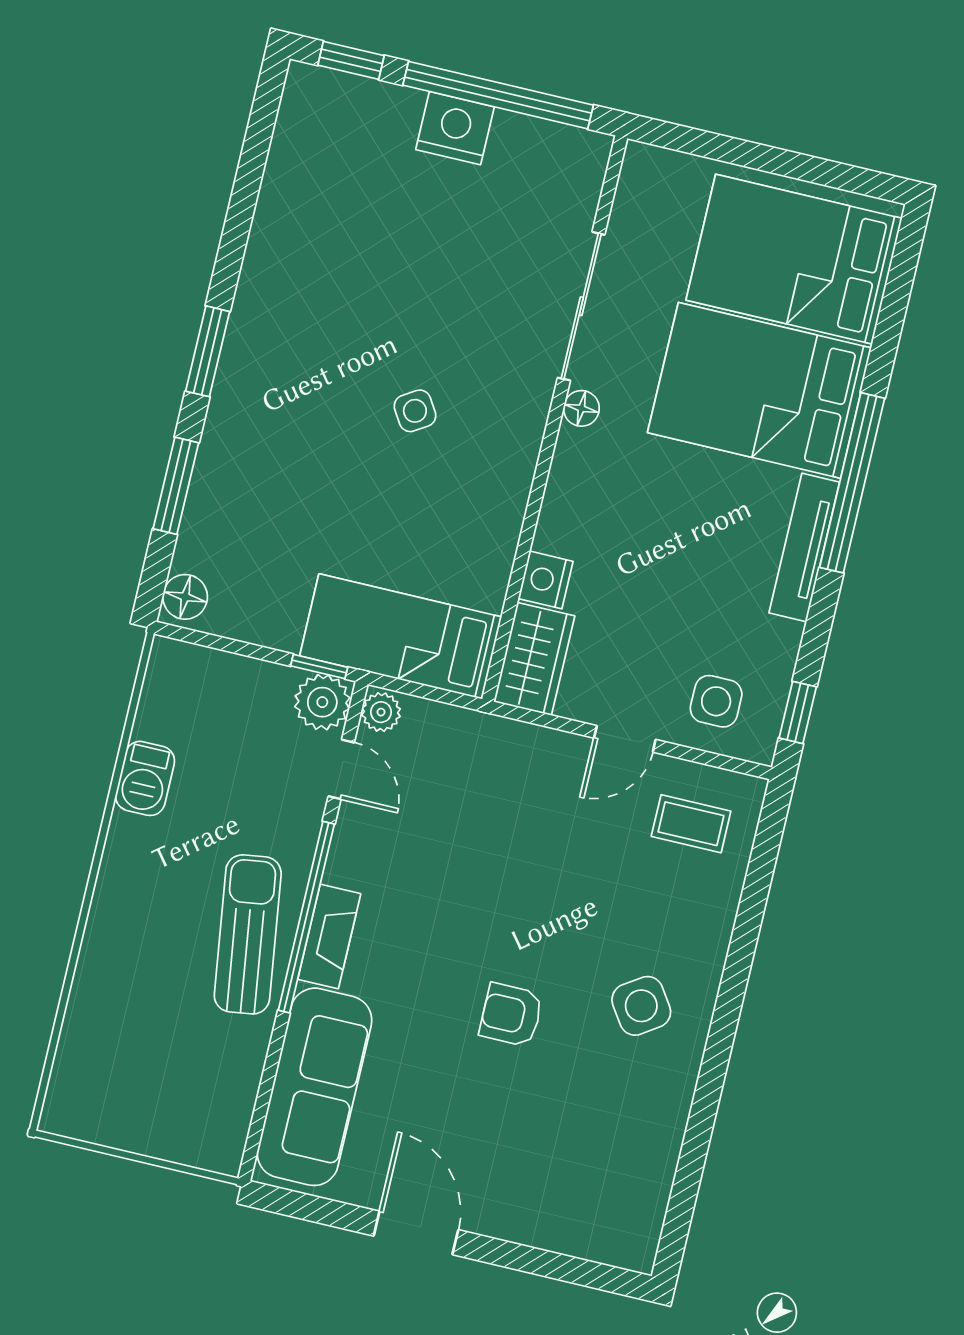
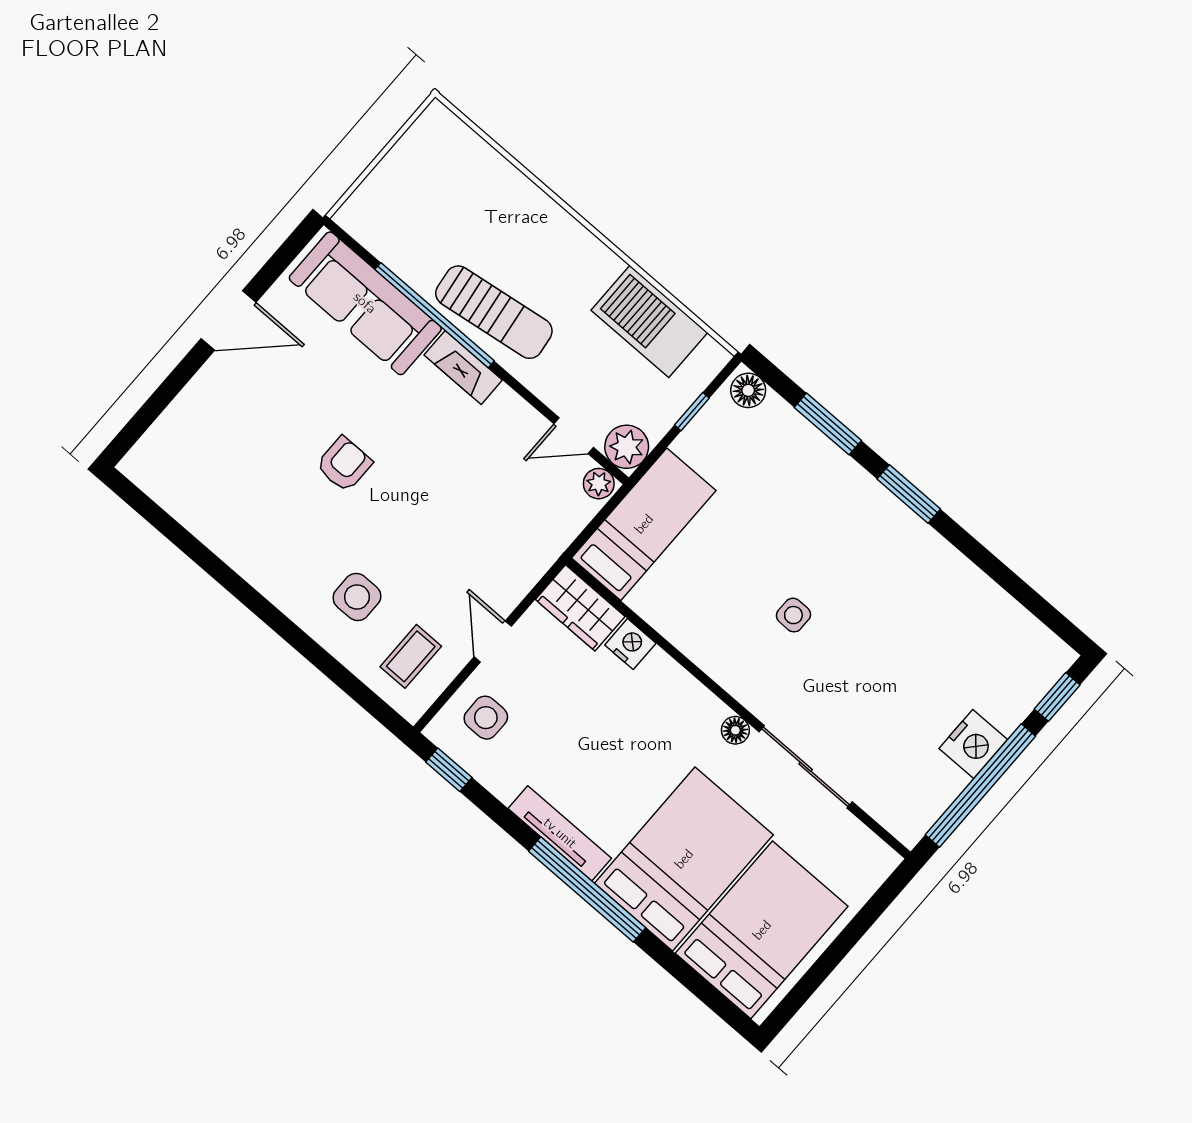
side table: (415, 411) -> (793, 615), turned 32
window: (319, 667) -> (692, 412), moved
barbecue: (145, 778) -> (649, 321), width x1.88, depth x1.53
window: (306, 917) -> (435, 315), moved
side table: (641, 1006) -> (357, 597), moved, turned 34

